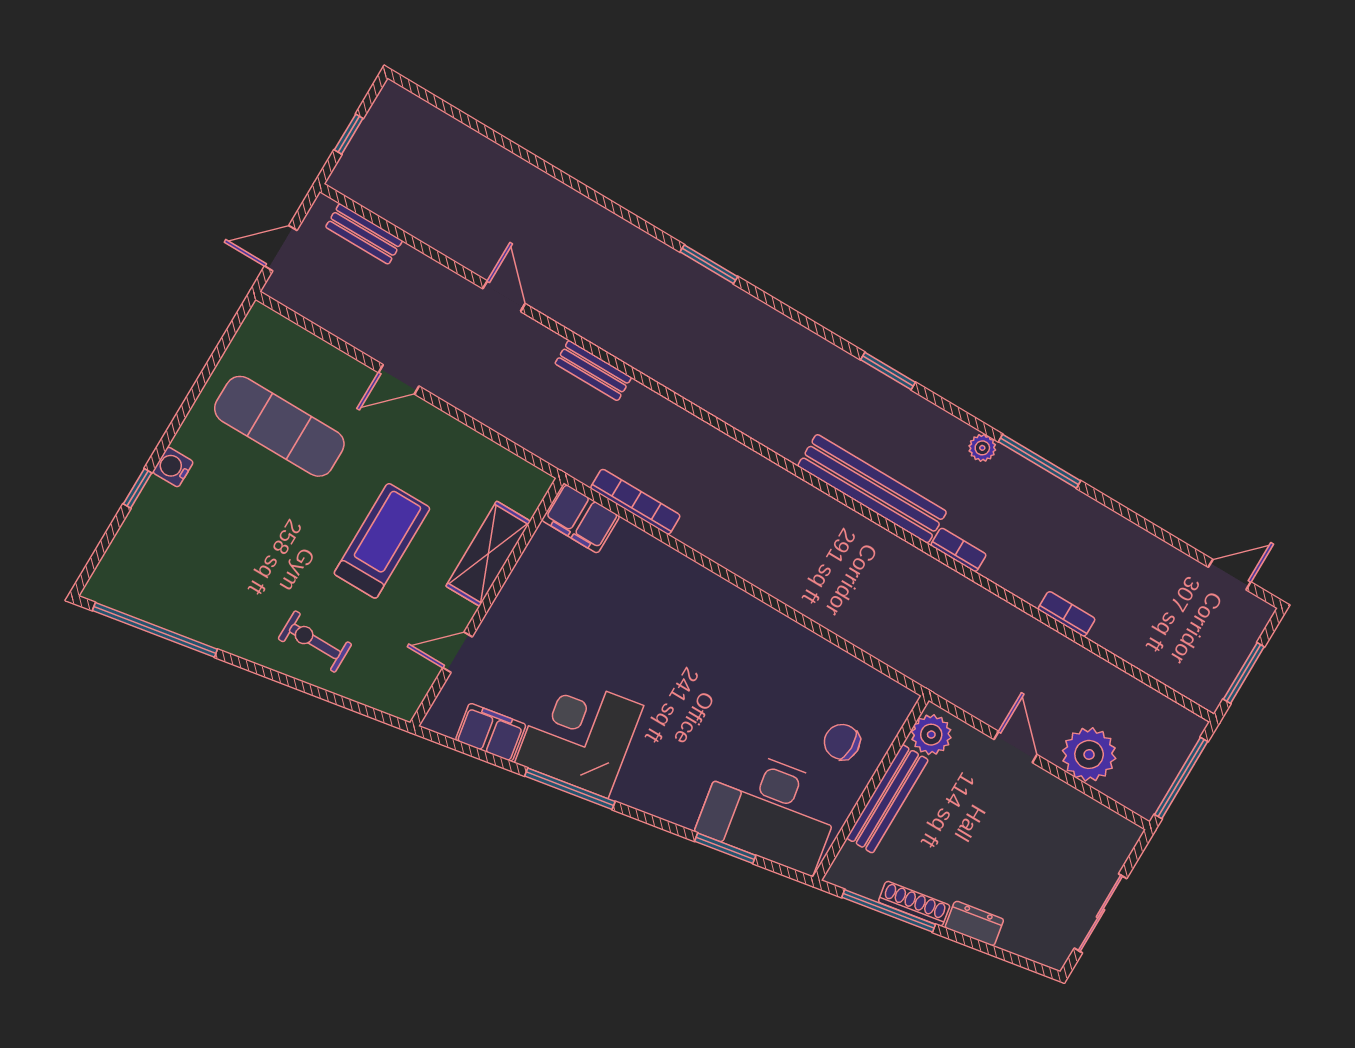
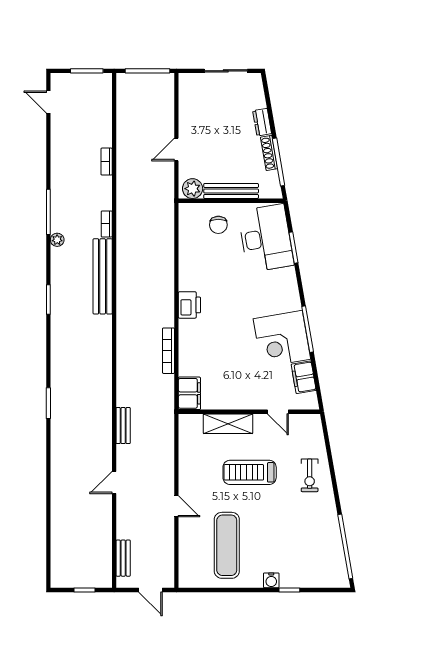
bookcase: (635, 502) -> (168, 351), moved
printer: (733, 609) -> (189, 305), added
plant: (1089, 754) -> (161, 116), removed

